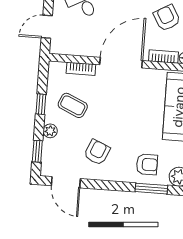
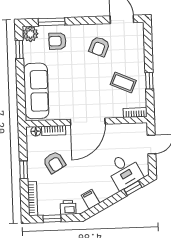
bookcase: (81, 69) -> (135, 113), moved
plant: (50, 131) -> (139, 60), removed
window: (37, 151) -> (148, 42), removed

